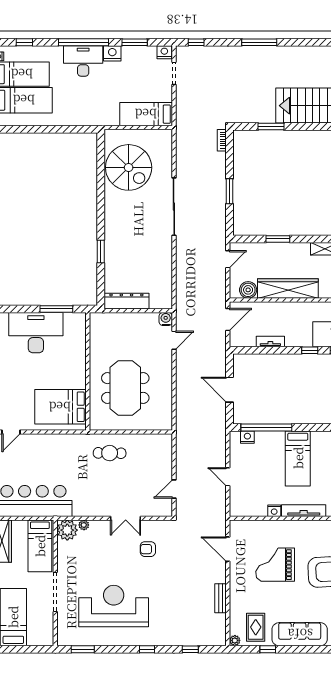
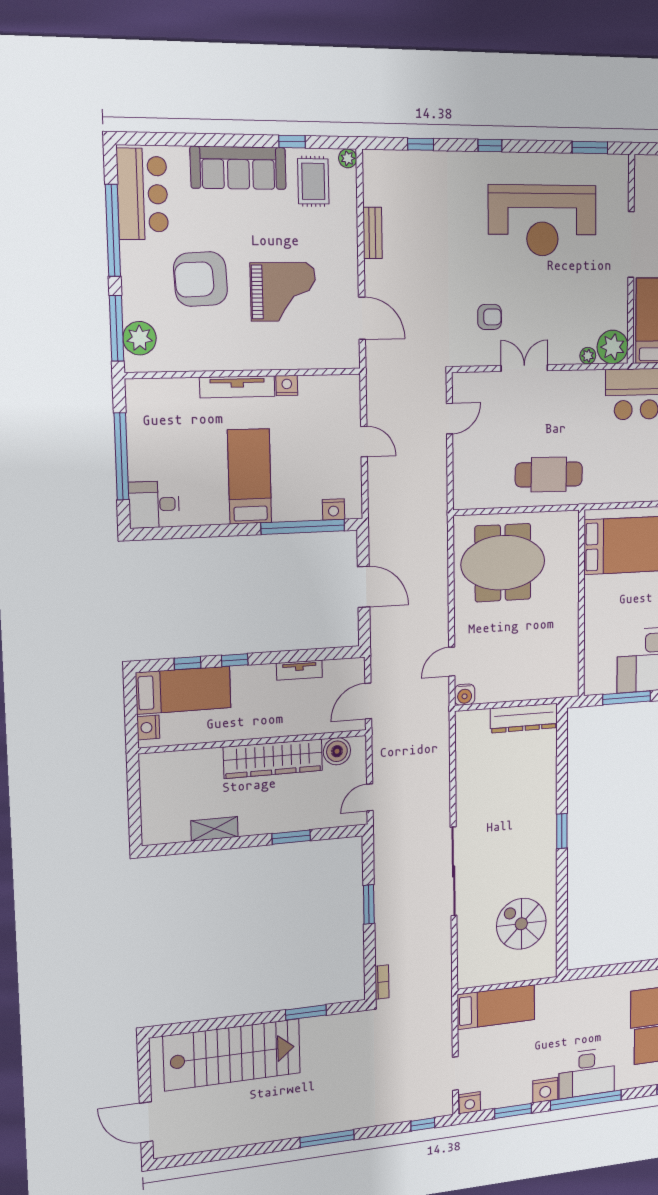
spiral stairs: (129, 167) -> (521, 924), width x0.73, depth x0.73
window: (101, 251) -> (562, 831), moved
meeting table: (125, 388) -> (503, 563), moved, turned 90
cafe table: (110, 453) -> (549, 474), width x1.37, depth x1.35

